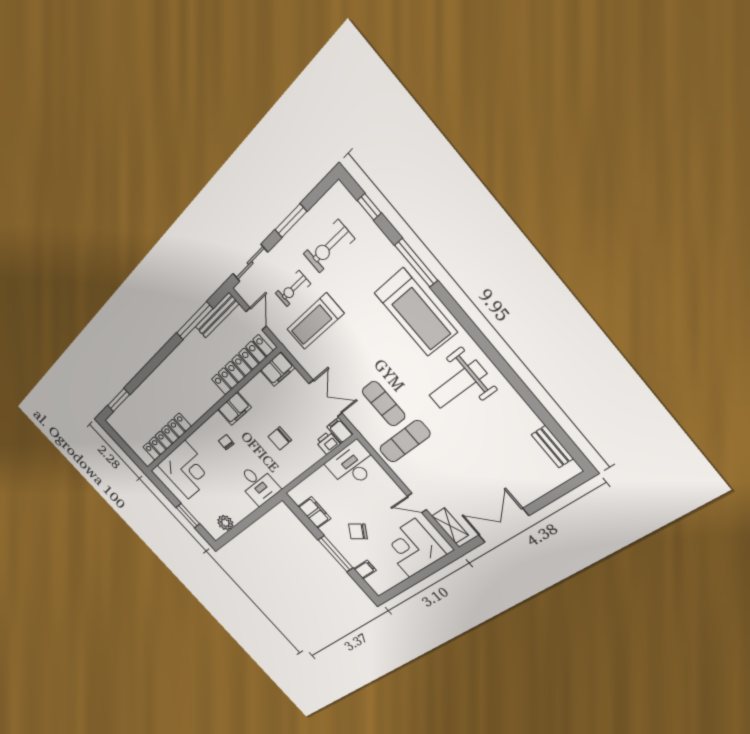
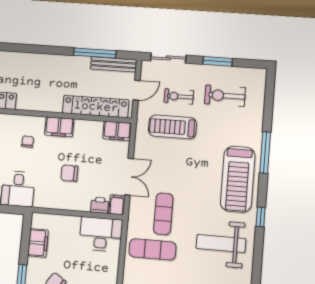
window: (369, 207) -> (261, 217), moved

